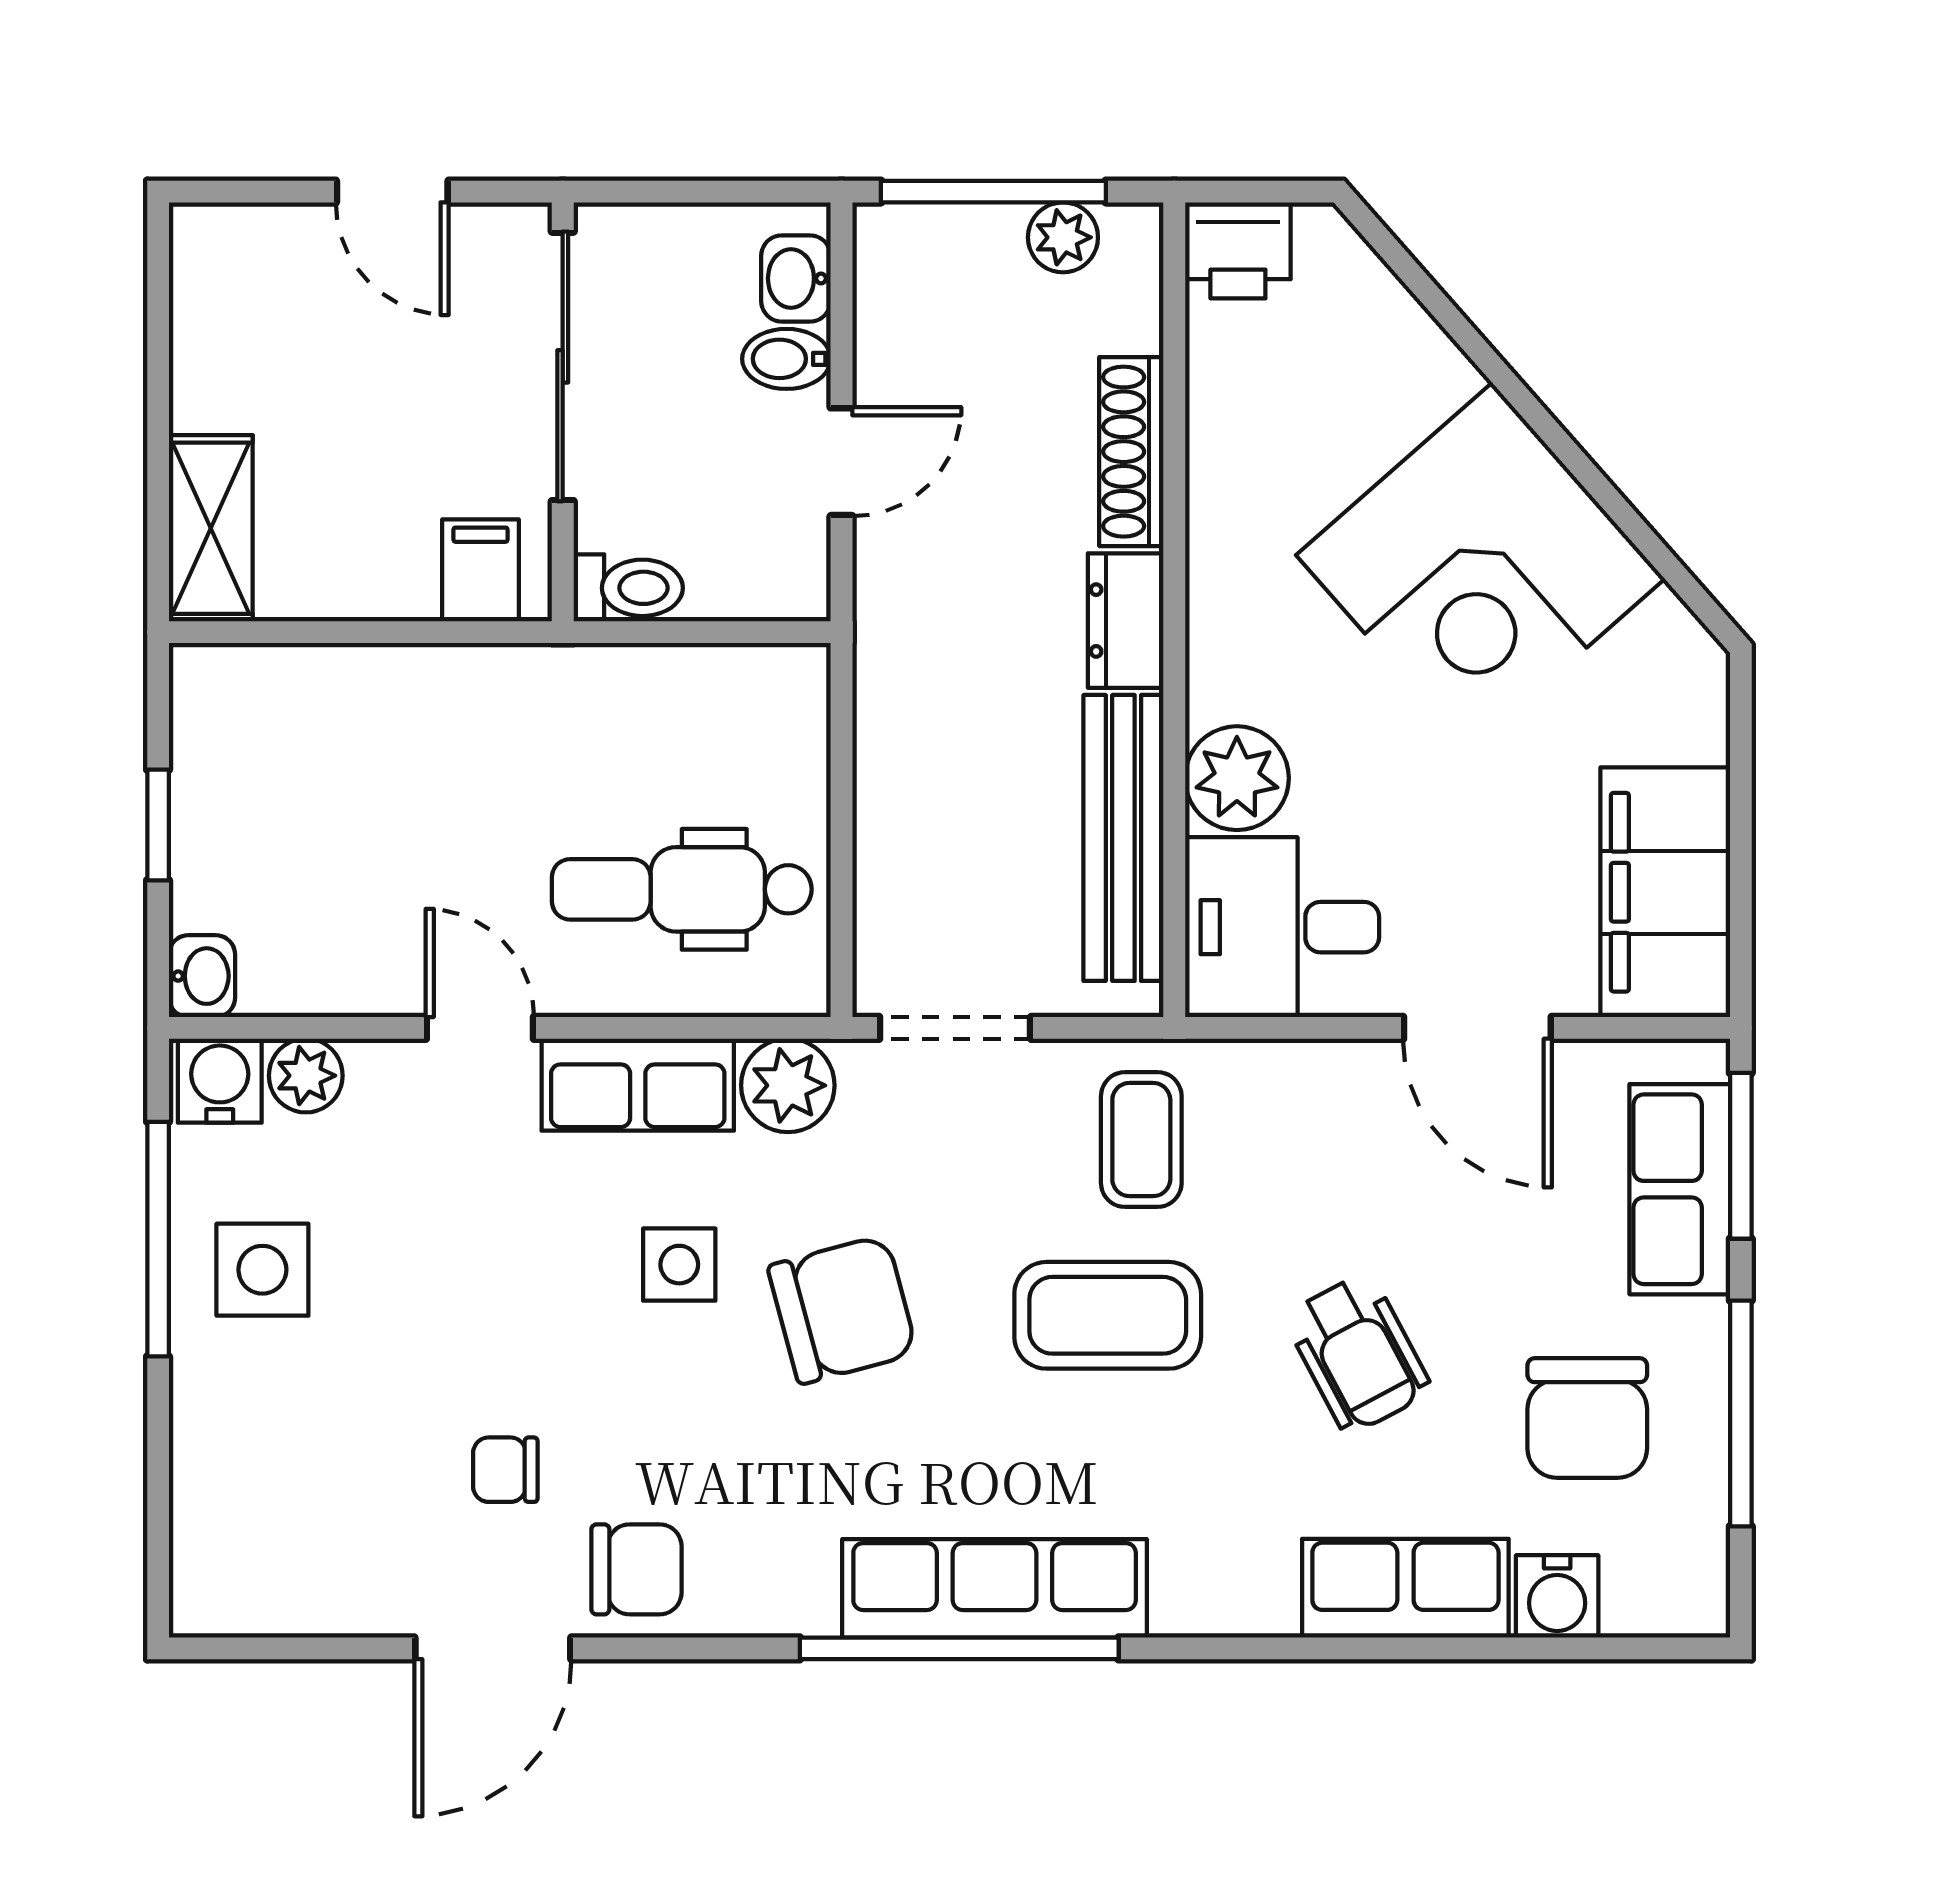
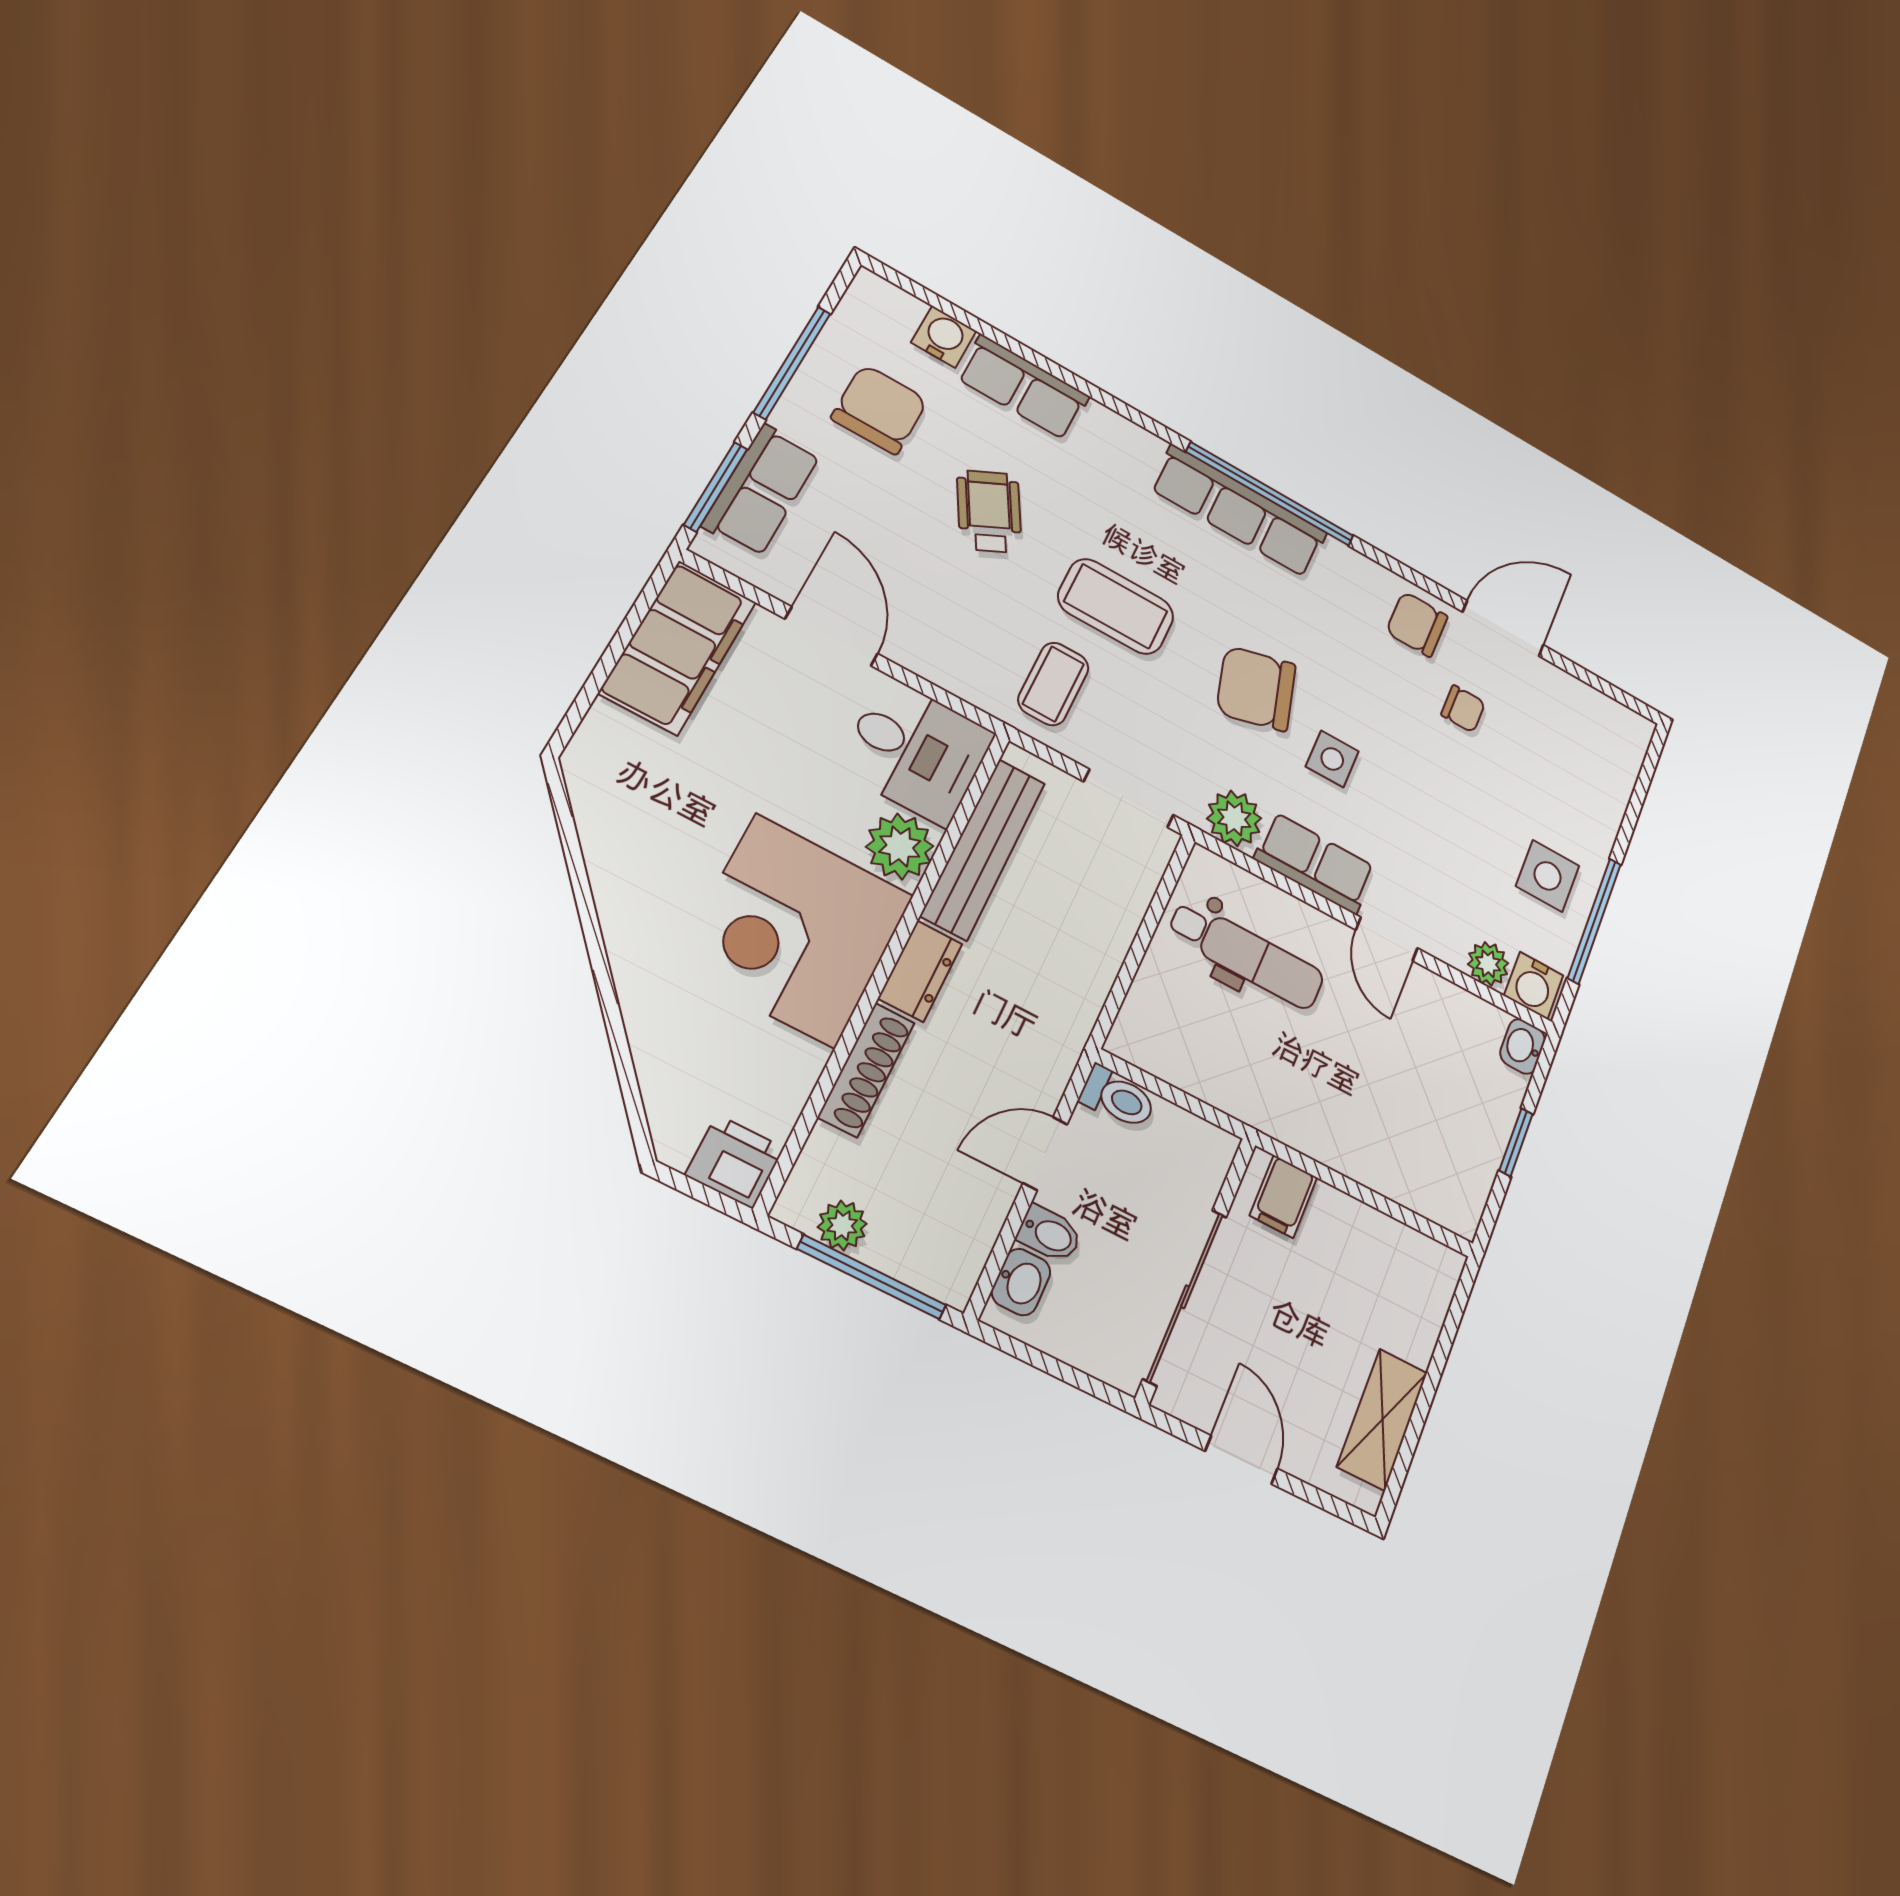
shelving: (211, 528) -> (1382, 1419), moved
corner desk: (1480, 567) -> (795, 930), moved, turned -139
toilet: (628, 588) -> (1118, 1098), moved, turned 180

